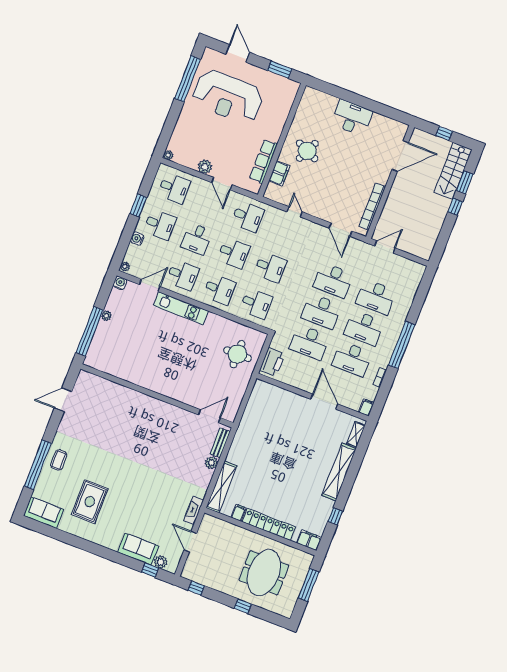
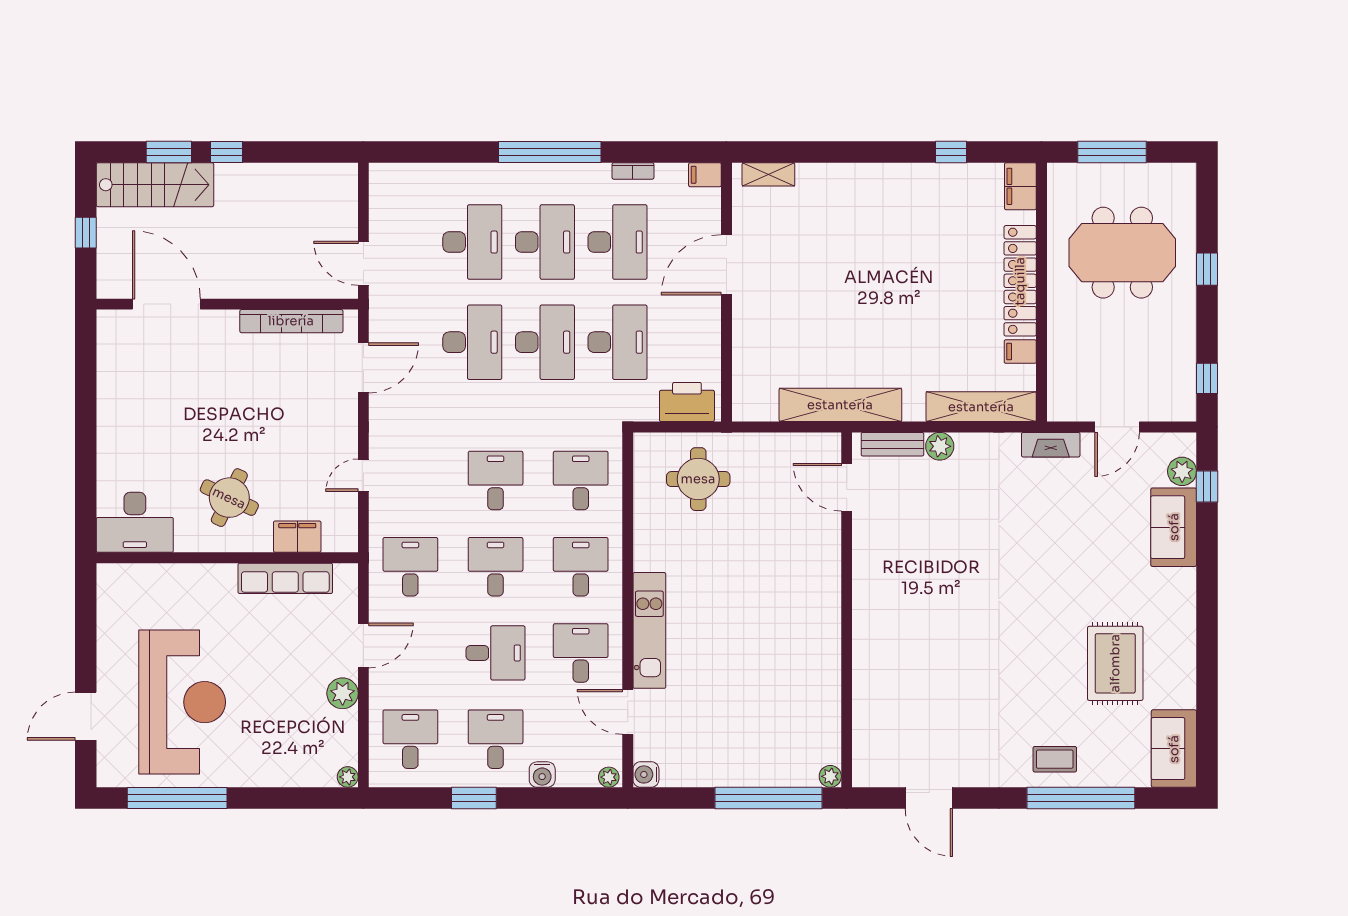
window: (280, 70) -> (86, 618), removed
desk: (352, 118) -> (135, 522), moved, turned -90
plant: (106, 316) -> (830, 776), moved
shelving: (339, 472) -> (840, 405), moved
rug: (90, 502) -> (1115, 663), turned 90

